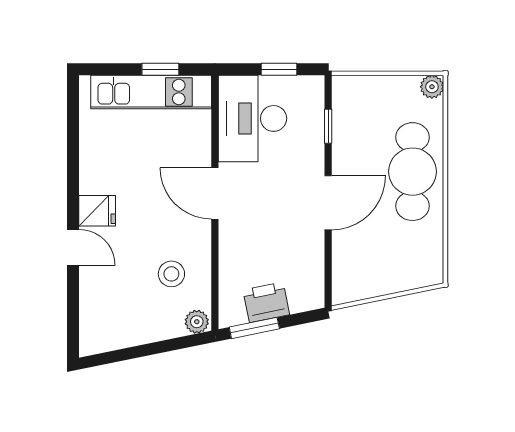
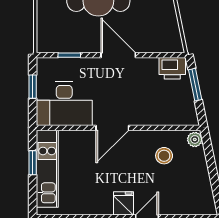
printer: (266, 302) -> (172, 68), moved, turned -78
window: (254, 328) -> (195, 85), moved

